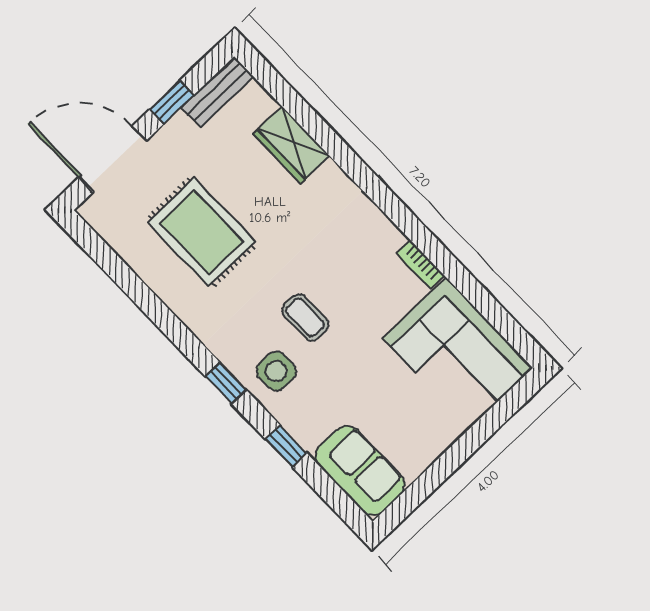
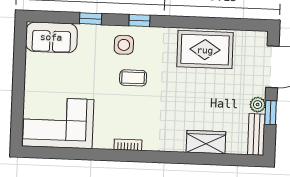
plant: (178, 129) -> (258, 105), added
rug: (201, 232) -> (205, 50), moved
bookcase: (421, 264) -> (128, 145), moved

